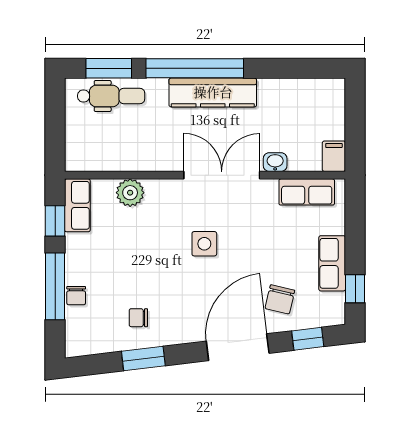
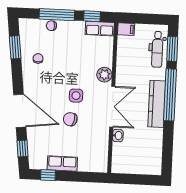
filing cabinet: (334, 156) -> (126, 29), moved
row of seats: (307, 192) -> (101, 152), removed
plant: (130, 193) -> (104, 75), moved
chair: (280, 299) -> (70, 119), moved
window: (143, 359) -> (15, 47), moved

